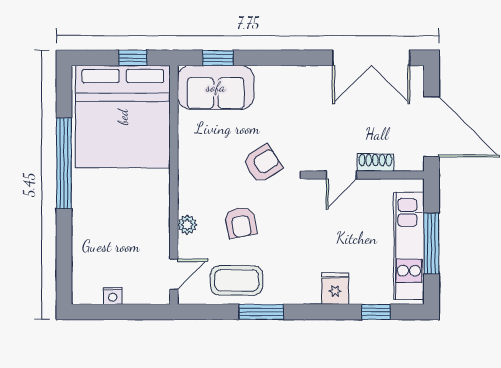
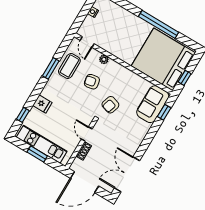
armchair: (263, 164) -> (110, 105), turned 49
window: (432, 243) -> (37, 154), width x0.69

